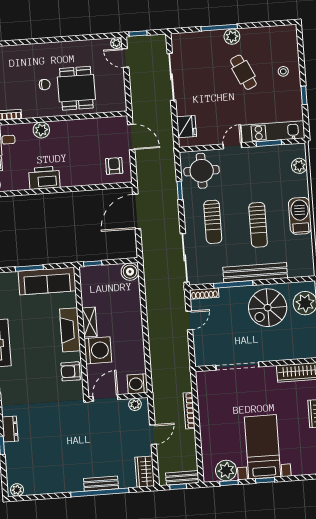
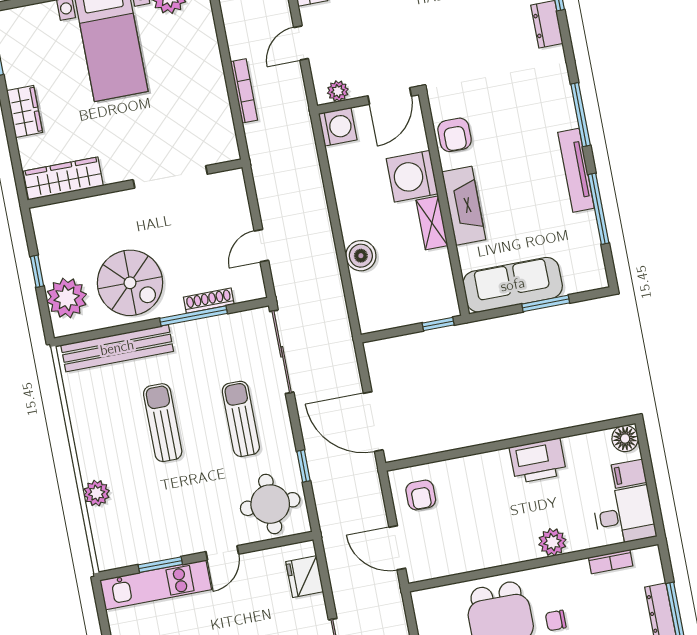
plant: (299, 166) -> (97, 493), moved
door: (137, 211) -> (373, 422), swing flipped
barbecue: (300, 216) -> (93, 446), removed
boiler: (130, 272) -> (361, 256), moved
bench: (255, 273) -> (117, 348), moved
shoe rack: (204, 294) -> (209, 301), moved
spiral stairs: (268, 308) -> (130, 283), turned 90
armchair: (71, 371) -> (455, 135), turned 90

